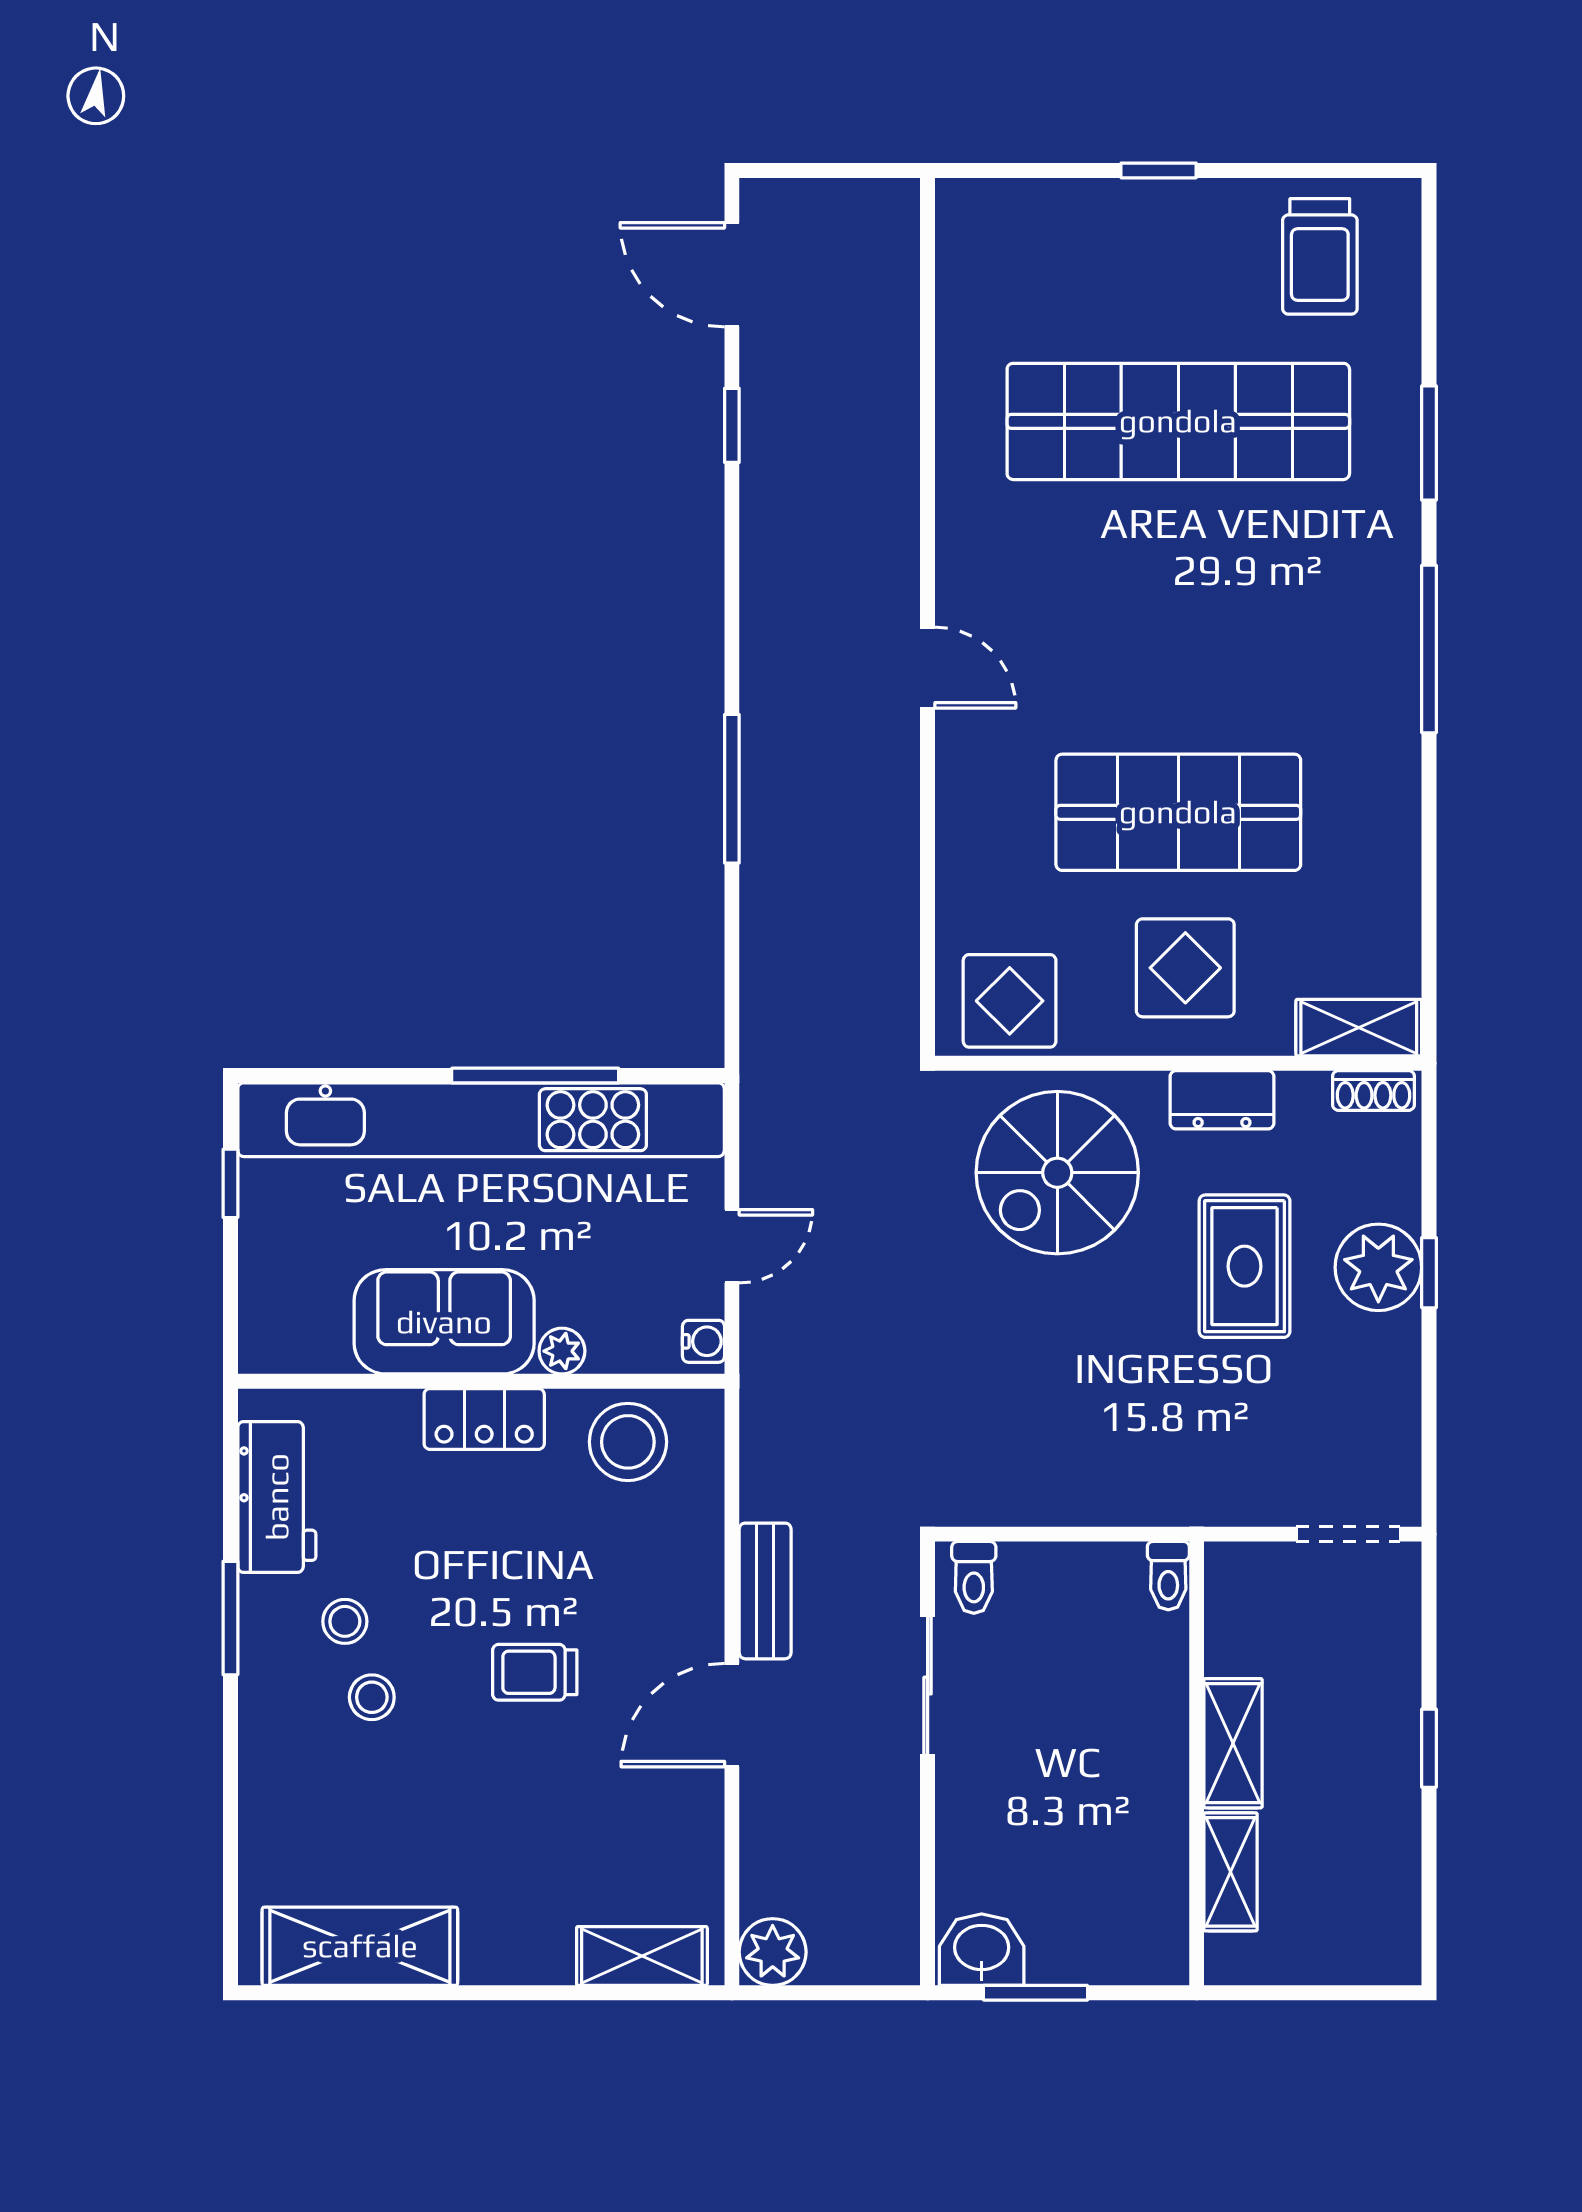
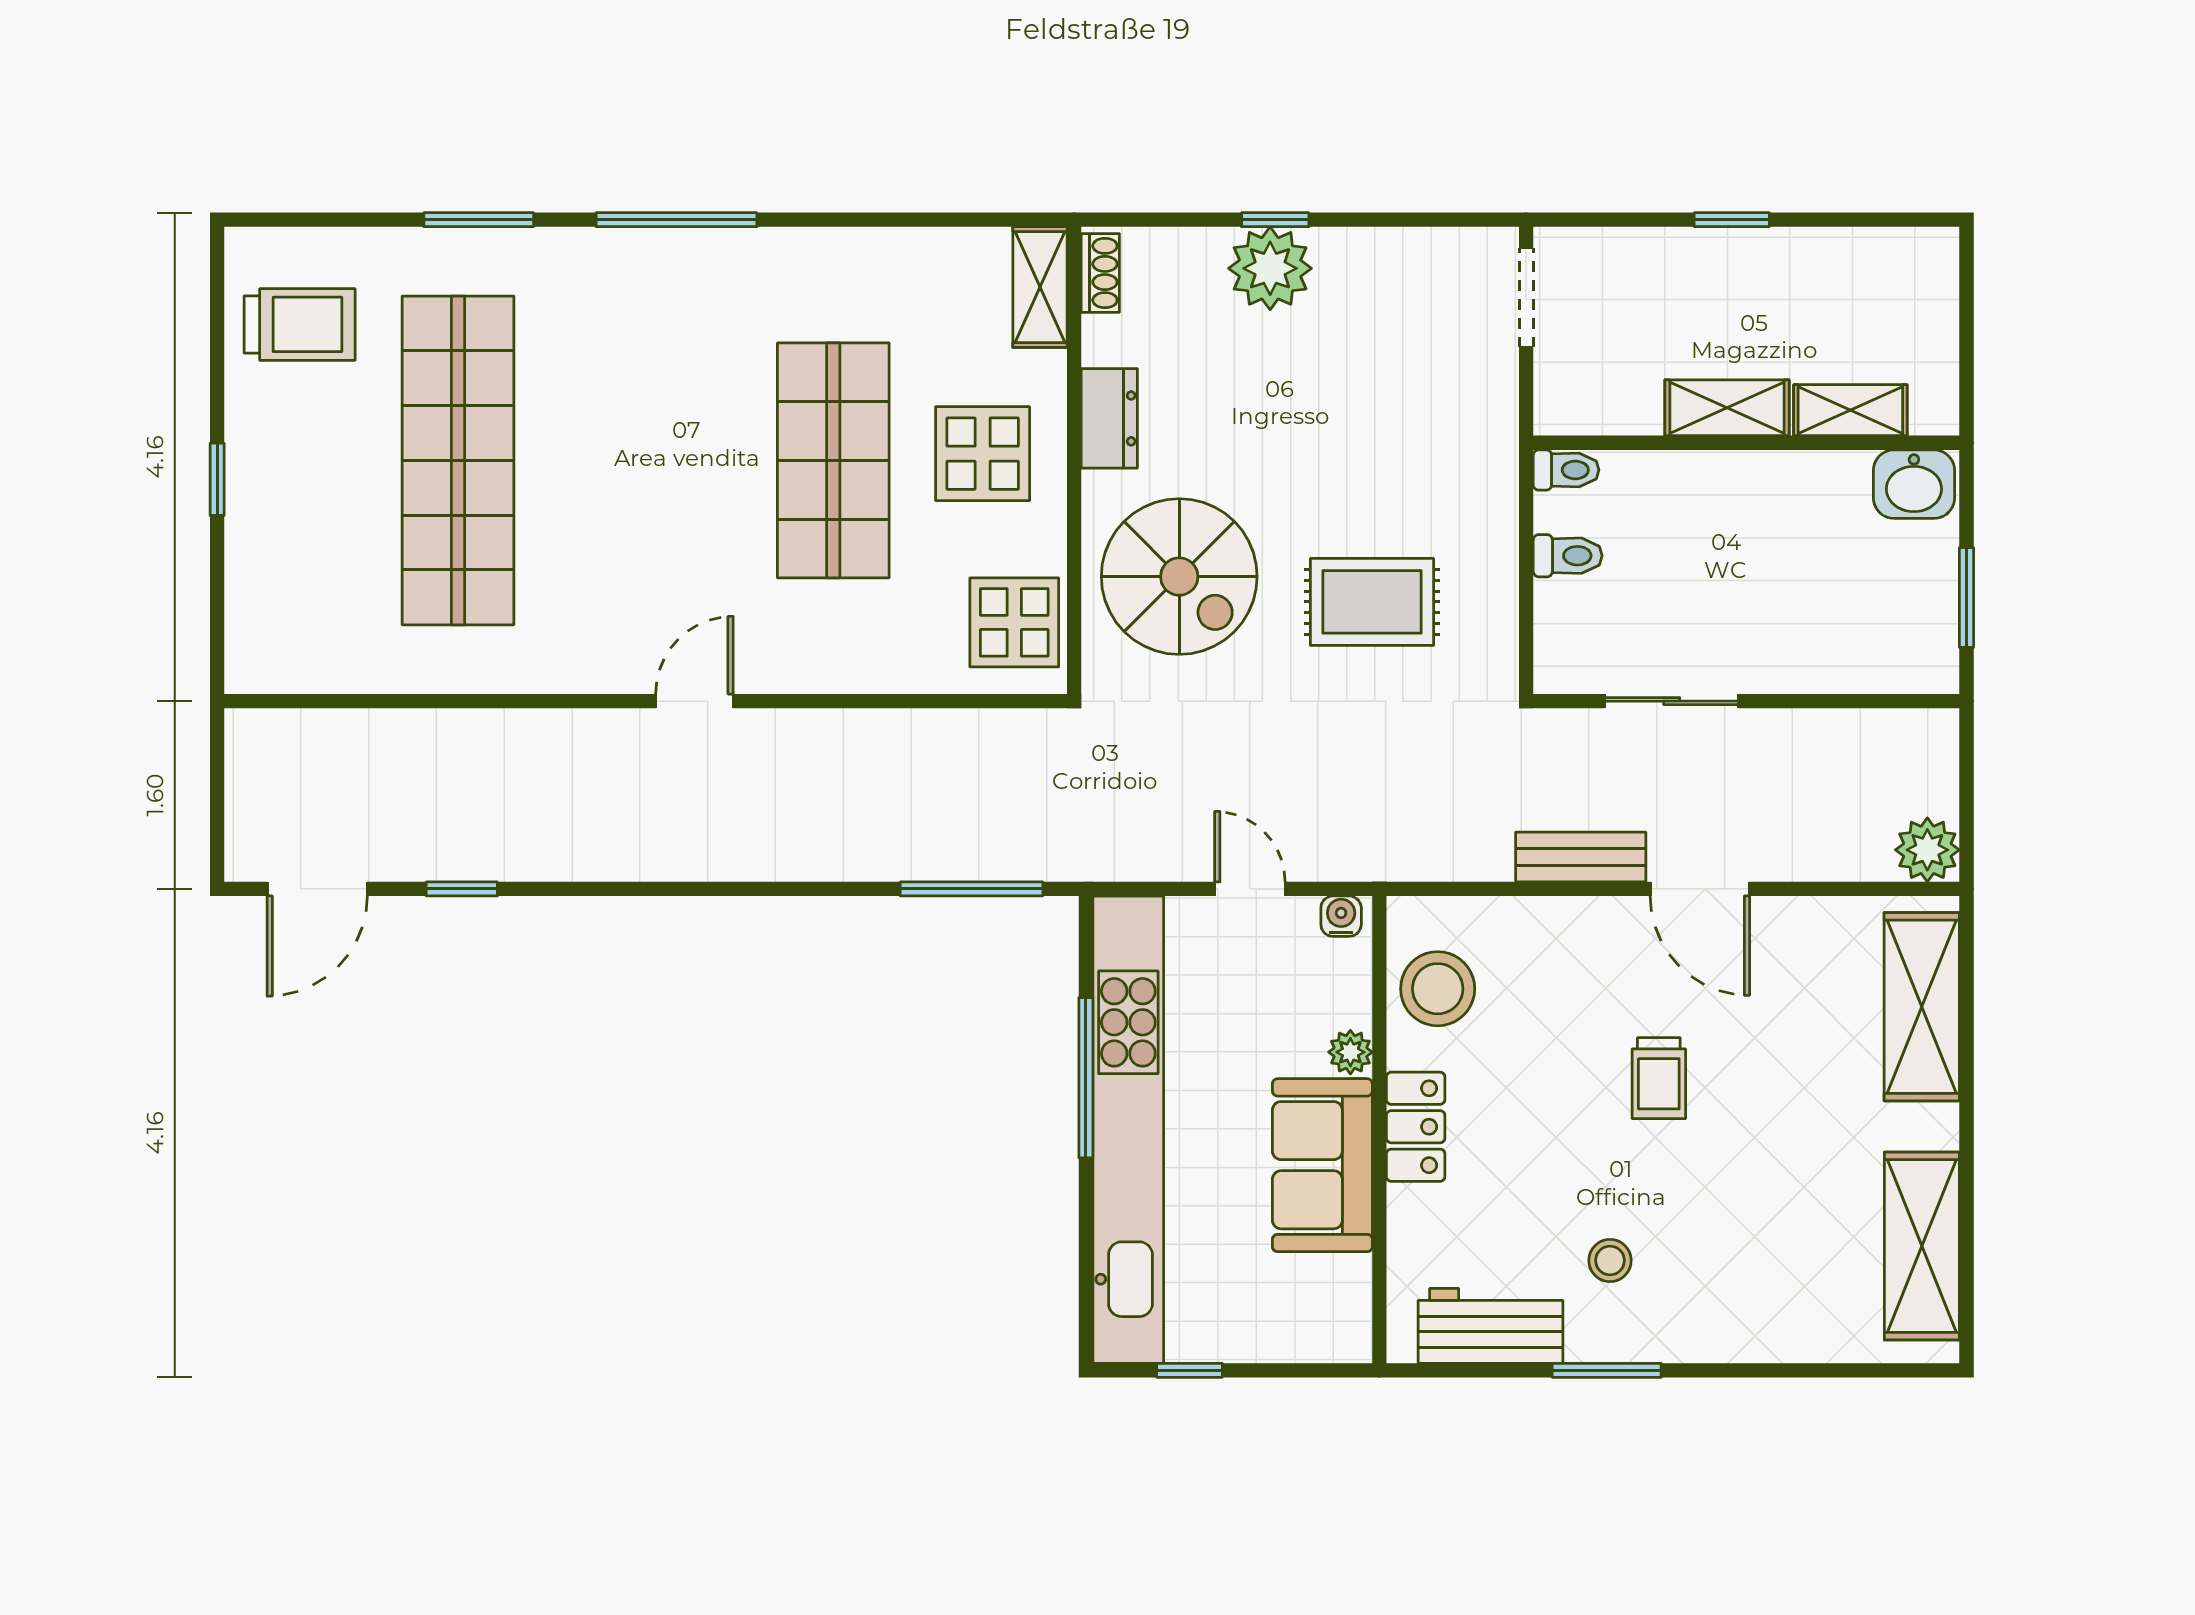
window: (732, 789) -> (972, 889), moved
rug: (1245, 1266) -> (1372, 602), moved
toilet: (974, 1577) -> (1568, 556), moved
stool: (372, 1697) -> (1683, 1235), removed
washbasin: (982, 1950) -> (1914, 484), moved, turned -90
shelving: (642, 1956) -> (1922, 1007), width x1.50, depth x1.33

